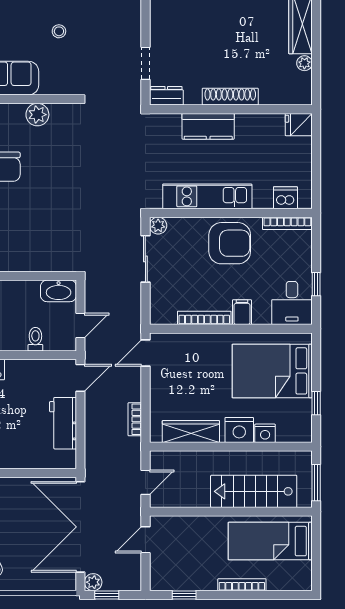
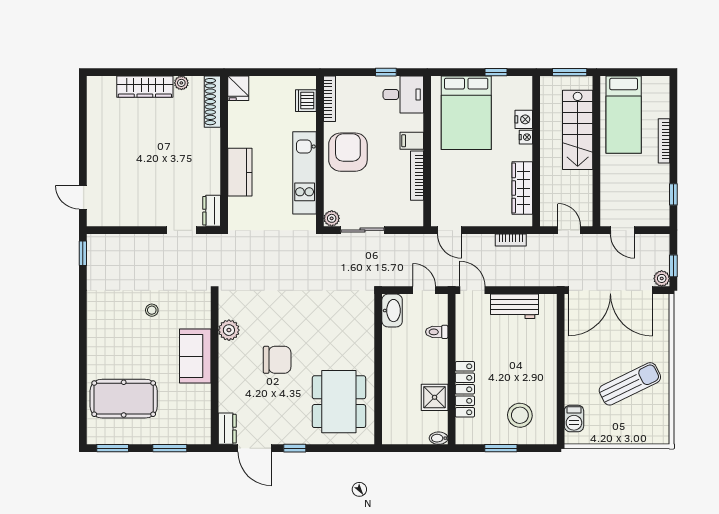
shoe rack: (230, 97) -> (212, 102), moved
nightstand: (239, 430) -> (526, 137), width x0.53, depth x0.56

